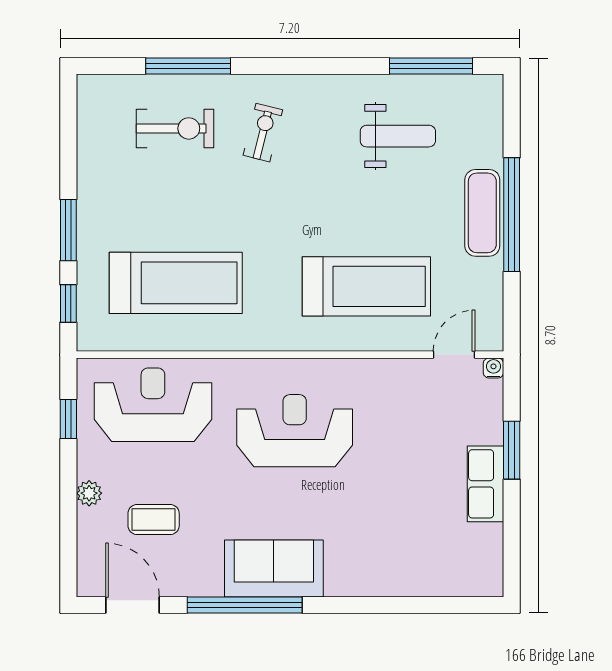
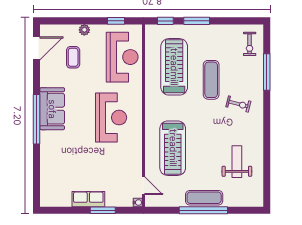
window: (431, 66) -> (267, 176), removed
exercise bike: (175, 128) -> (250, 44), moved, width x0.73, depth x0.72
weight bench: (398, 136) -> (237, 162), turned 180
exercise mat: (206, 196) -> (211, 80), added
treadmill: (176, 283) -> (174, 67), turned 180
window: (245, 605) -> (37, 119), moved

